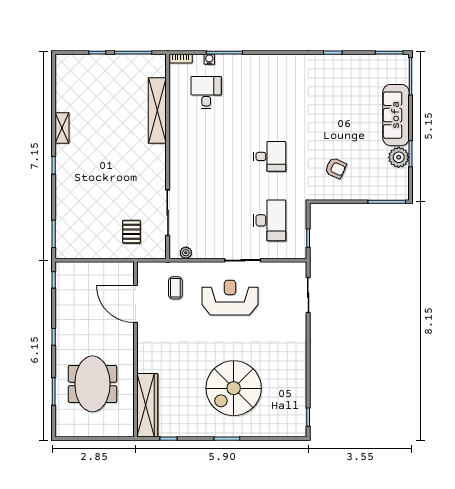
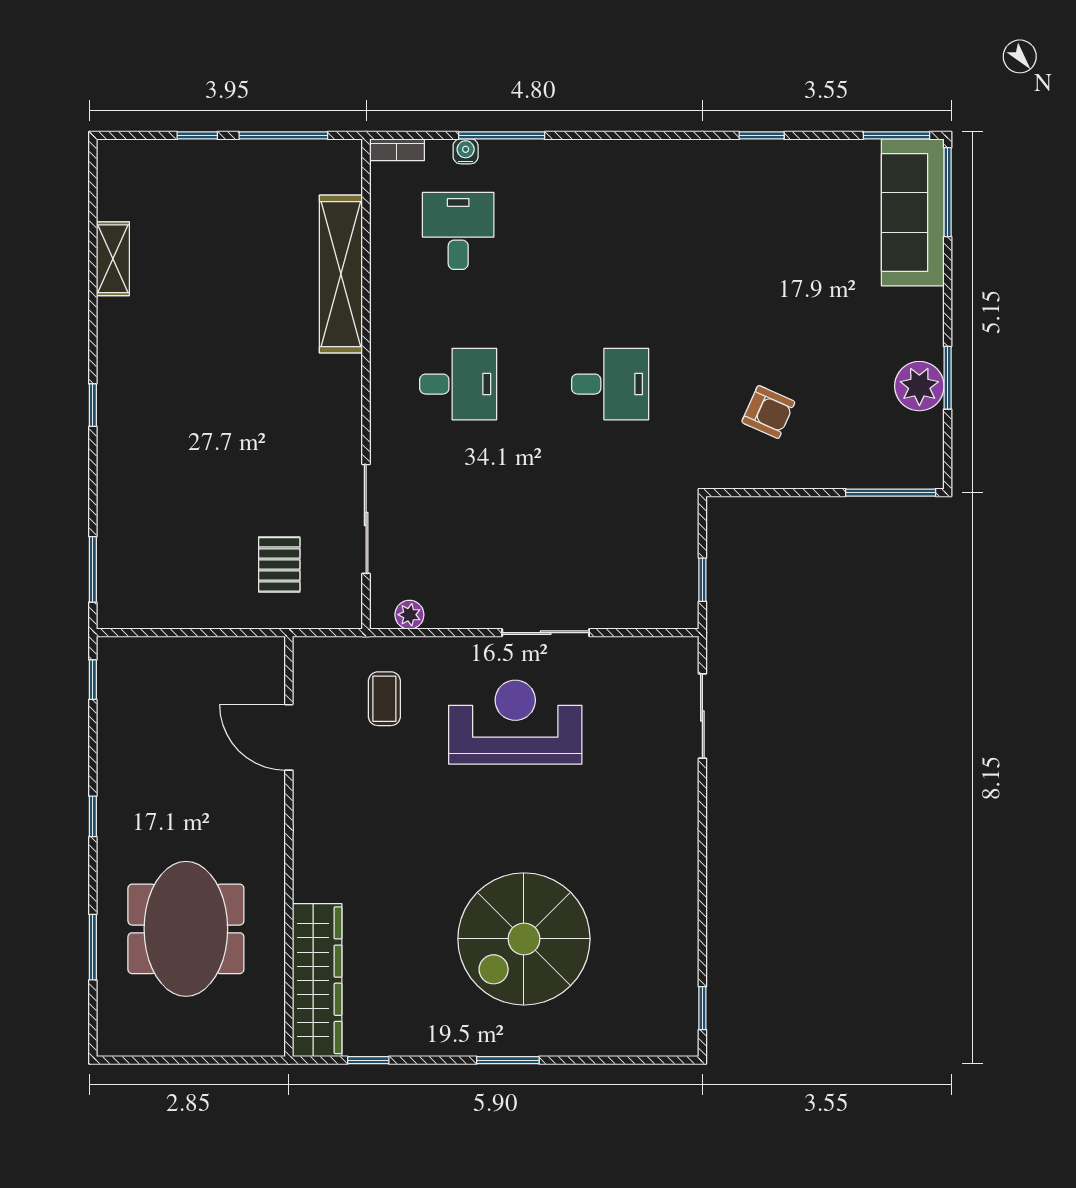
sofa: (396, 115) -> (913, 212), moved
shelving: (62, 128) -> (113, 259), moved
desk: (270, 220) -> (458, 384), moved, width x0.73
door: (135, 304) -> (289, 737), width x0.73

